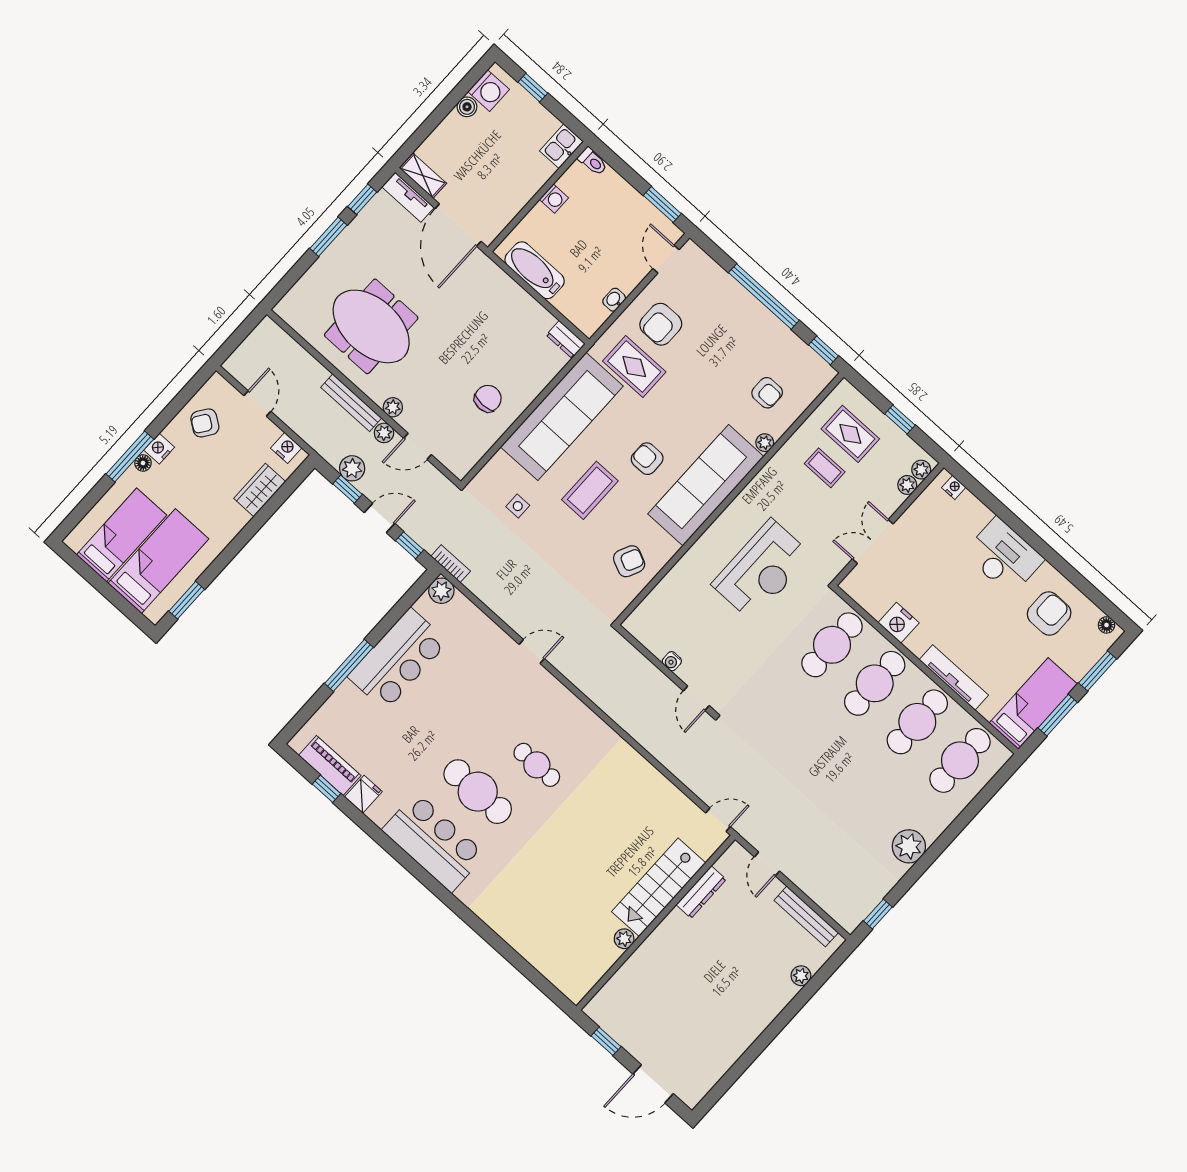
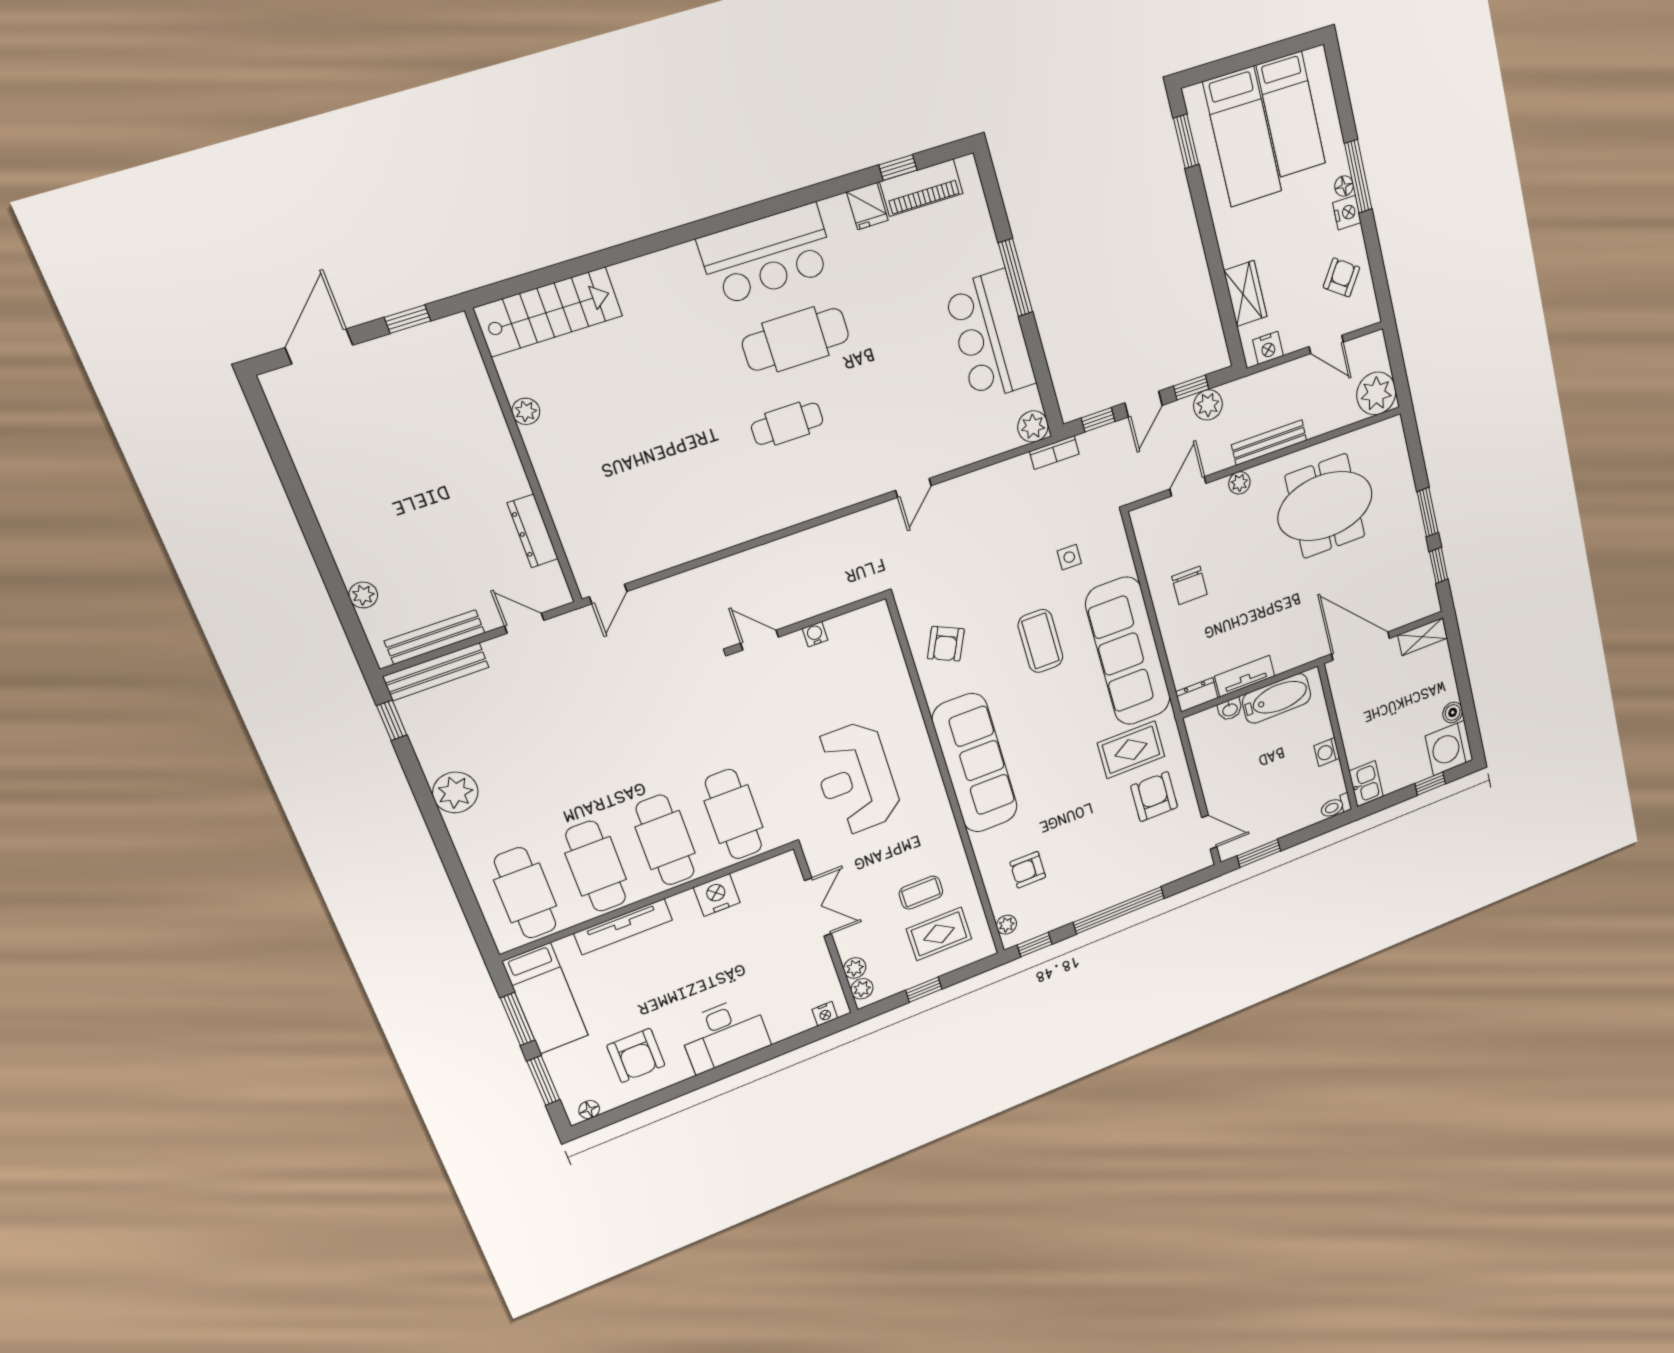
washing machine: (489, 91) -> (1449, 748), width x1.37, depth x1.37
tv unit: (408, 197) -> (1245, 676), moved
washbasin: (614, 300) -> (1230, 709), moved, turned 90
plant: (384, 433) -> (1376, 393), moved, width x1.88, depth x1.88
plant: (765, 443) -> (1006, 925), moved
armchair: (647, 459) -> (1036, 717), removed
stairs: (659, 887) -> (548, 312), moved, turned 90
bench: (830, 903) -> (436, 672), added

